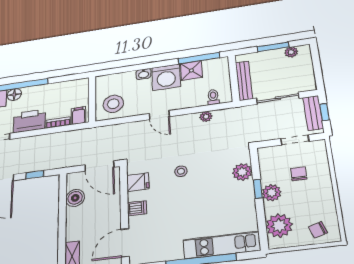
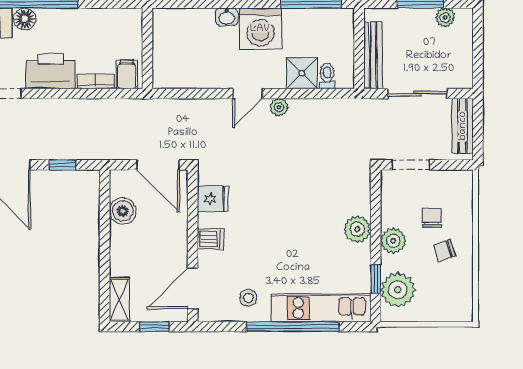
shower: (191, 70) -> (302, 73), moved
stool: (113, 104) -> (180, 62), removed
window: (324, 112) -> (478, 127), removed
door: (159, 115) -> (248, 94), hinge flipped
plant: (206, 117) -> (279, 107), moved
doorway: (295, 140) -> (411, 165), moved
stool: (181, 171) -> (248, 298), moved
plant: (242, 172) -> (357, 229), moved
window: (258, 189) -> (376, 279), moved
chair: (318, 230) -> (444, 250), moved

